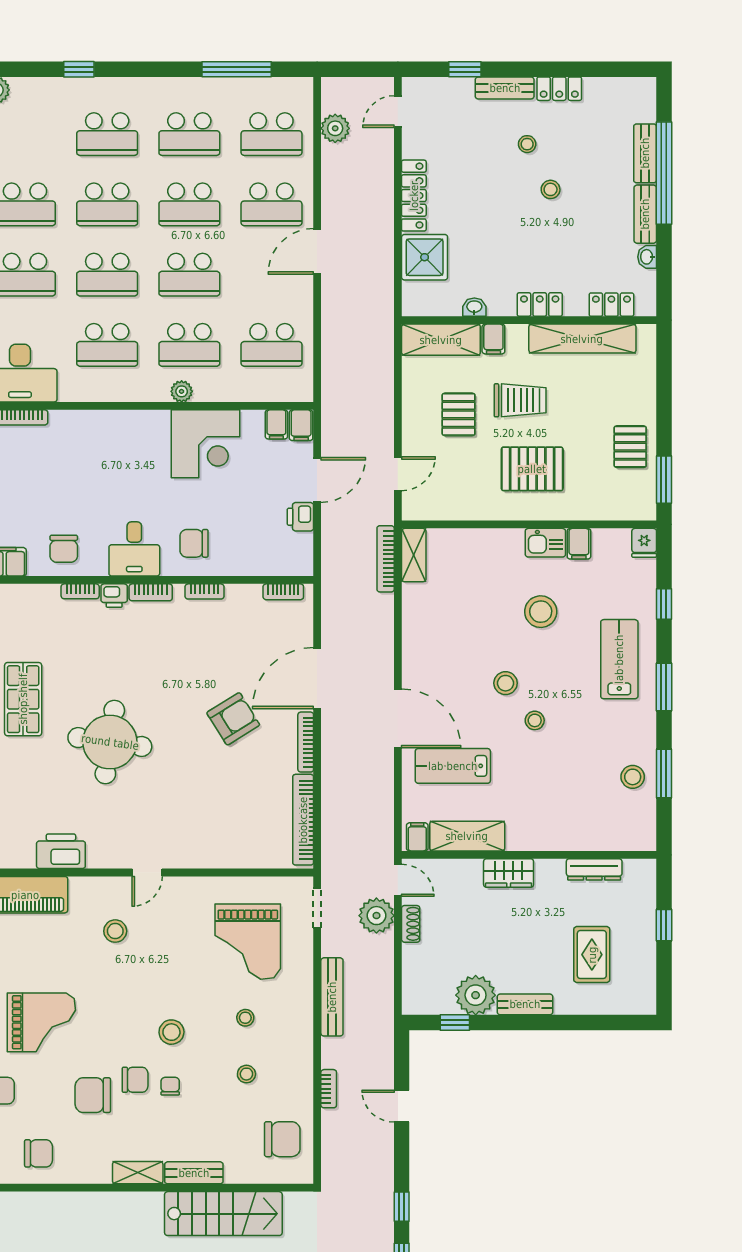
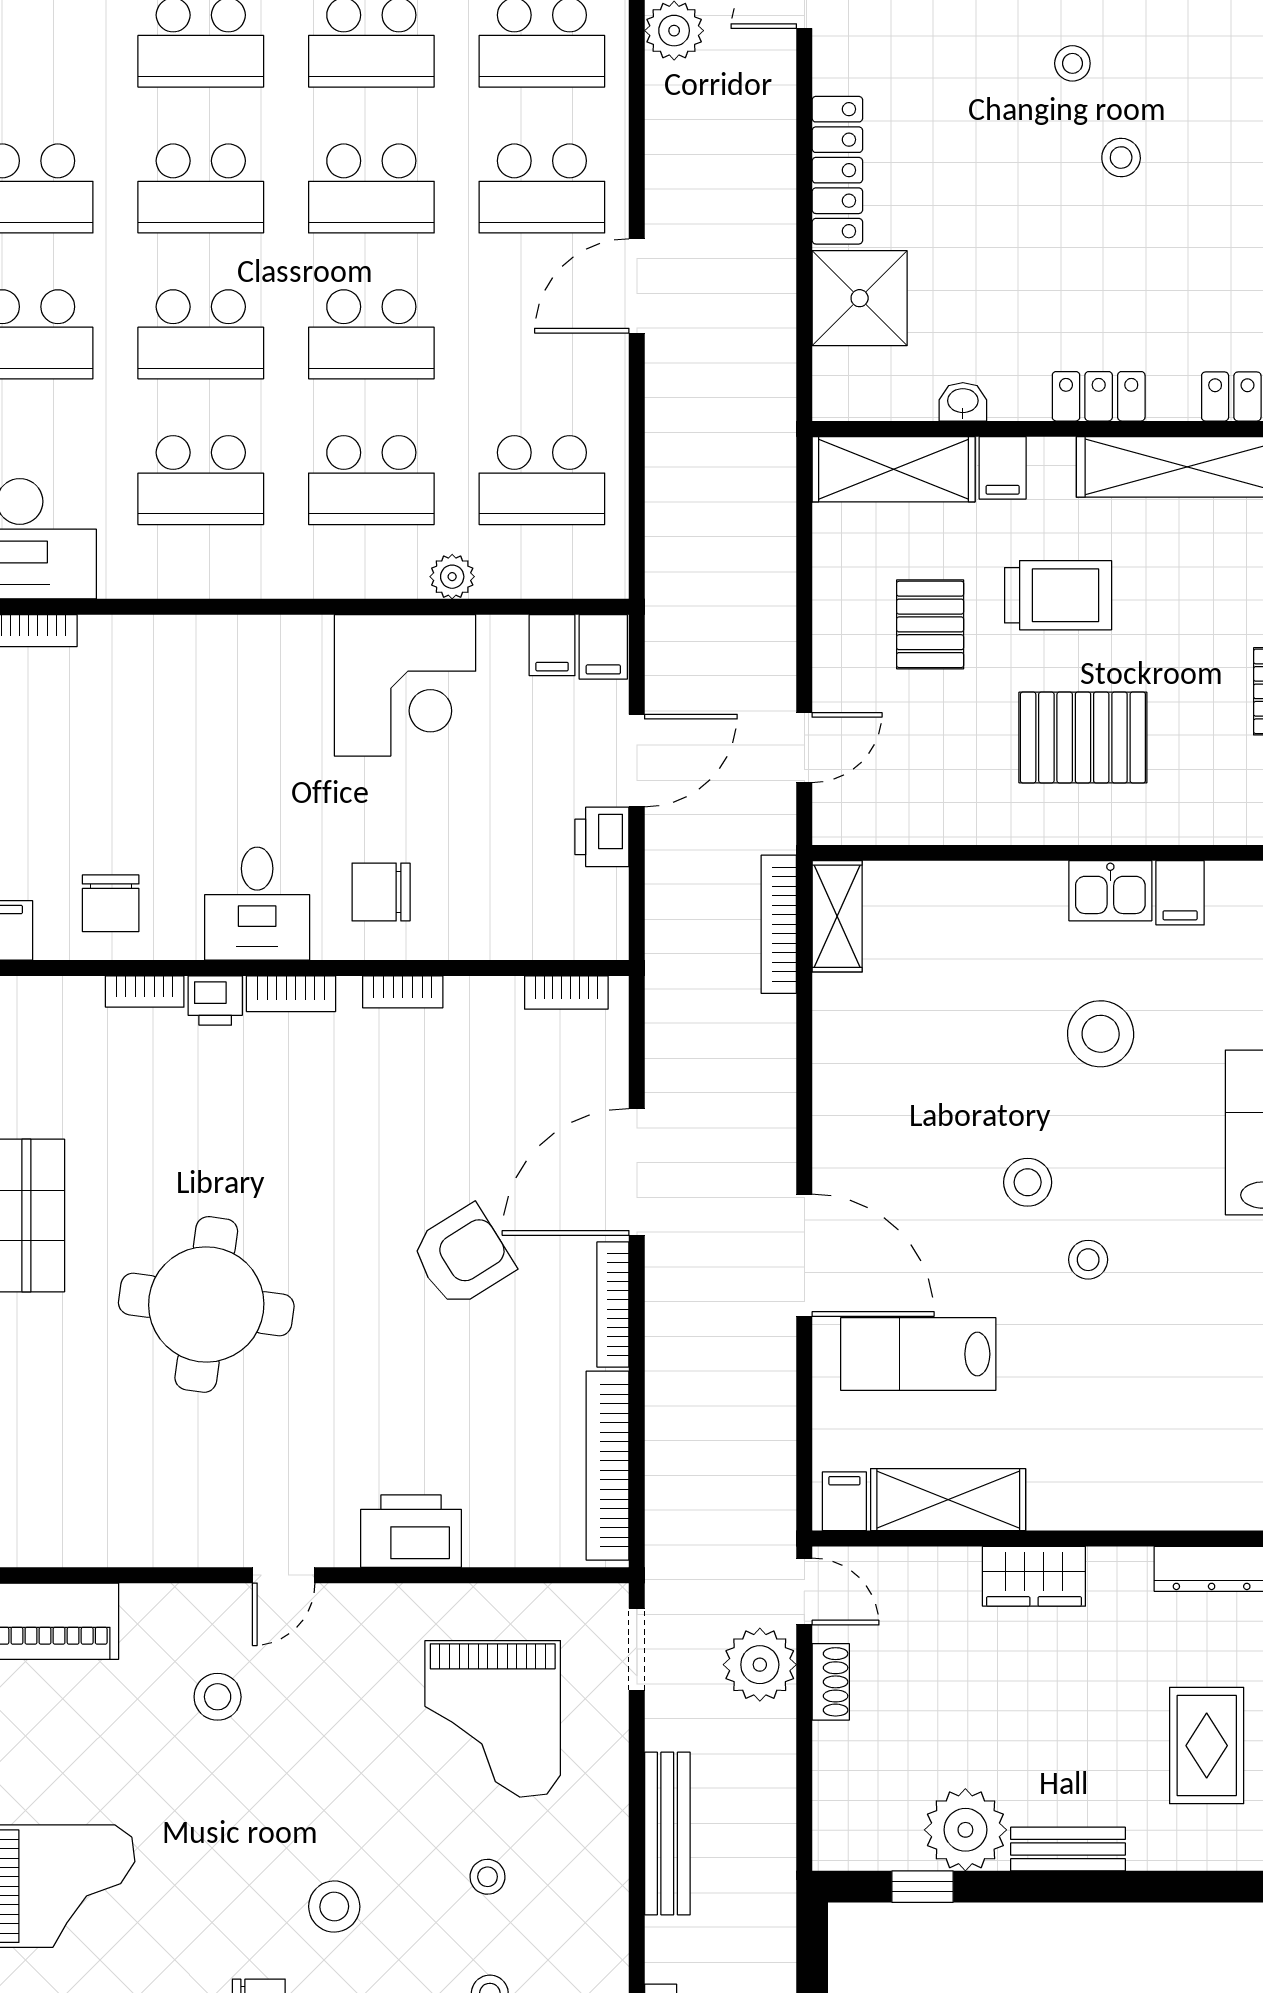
plant: (182, 391) -> (452, 577), moved
printer: (61, 851) -> (411, 1531), moved

